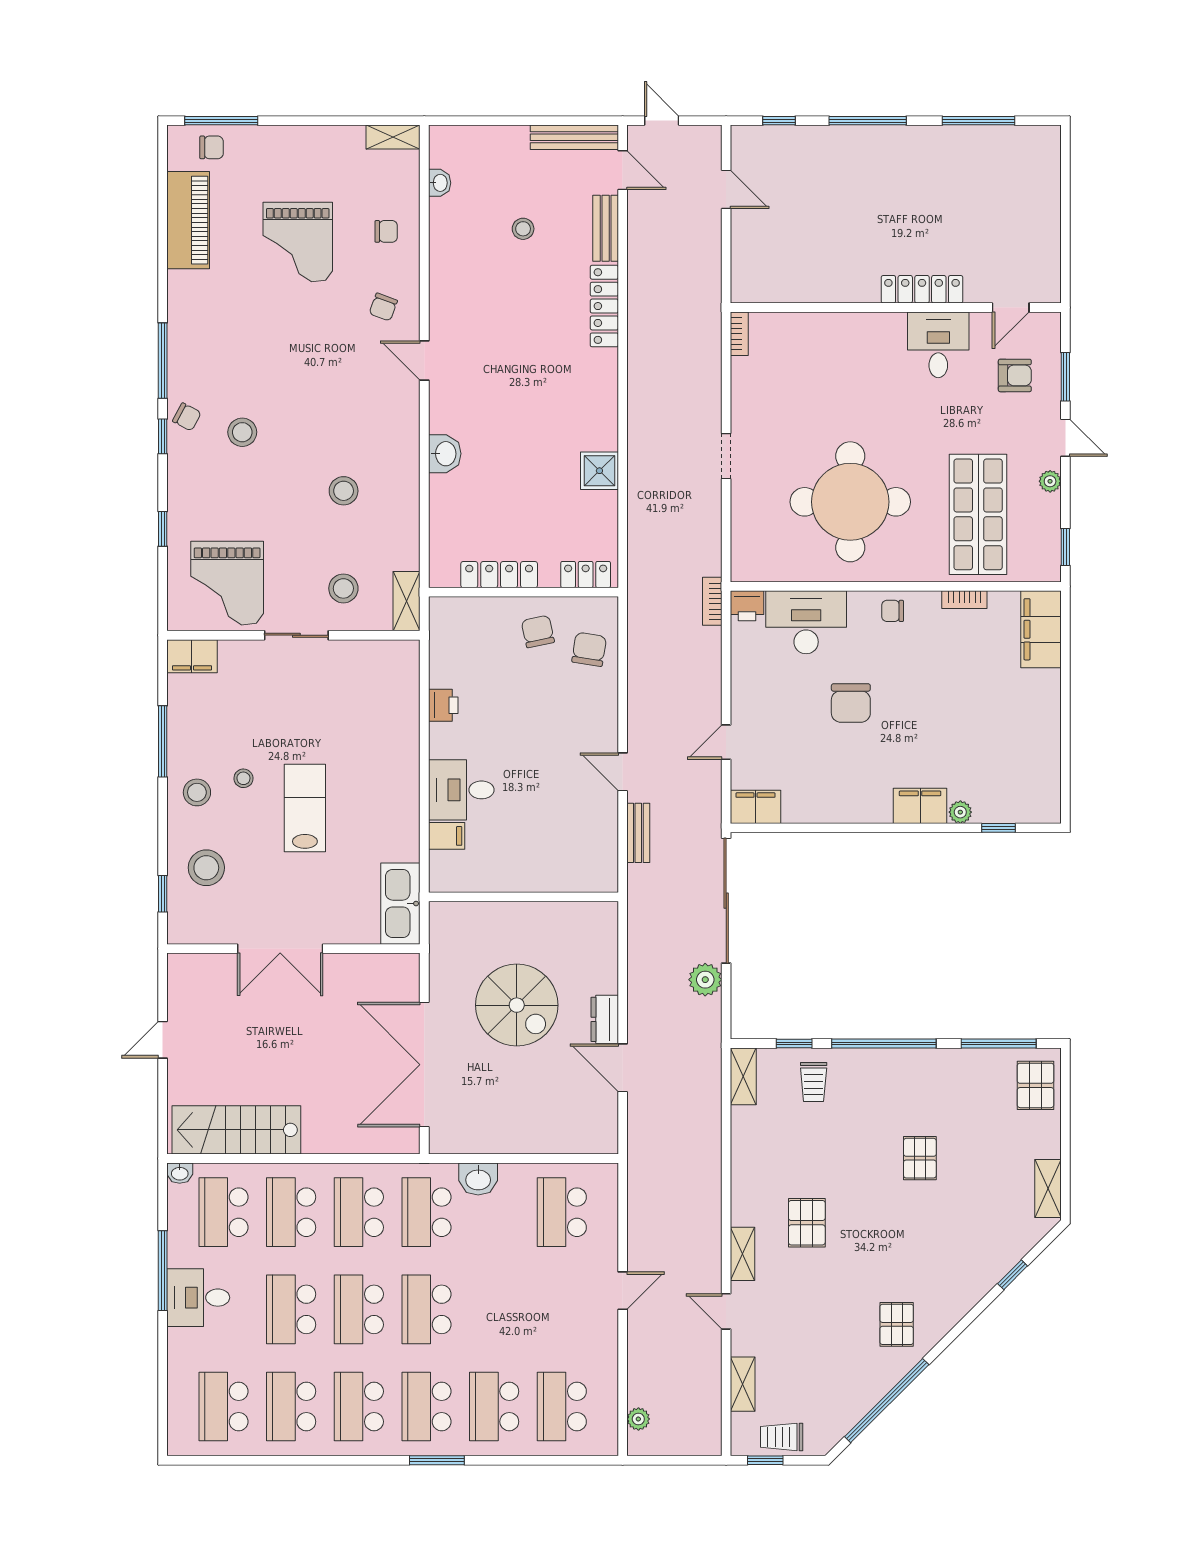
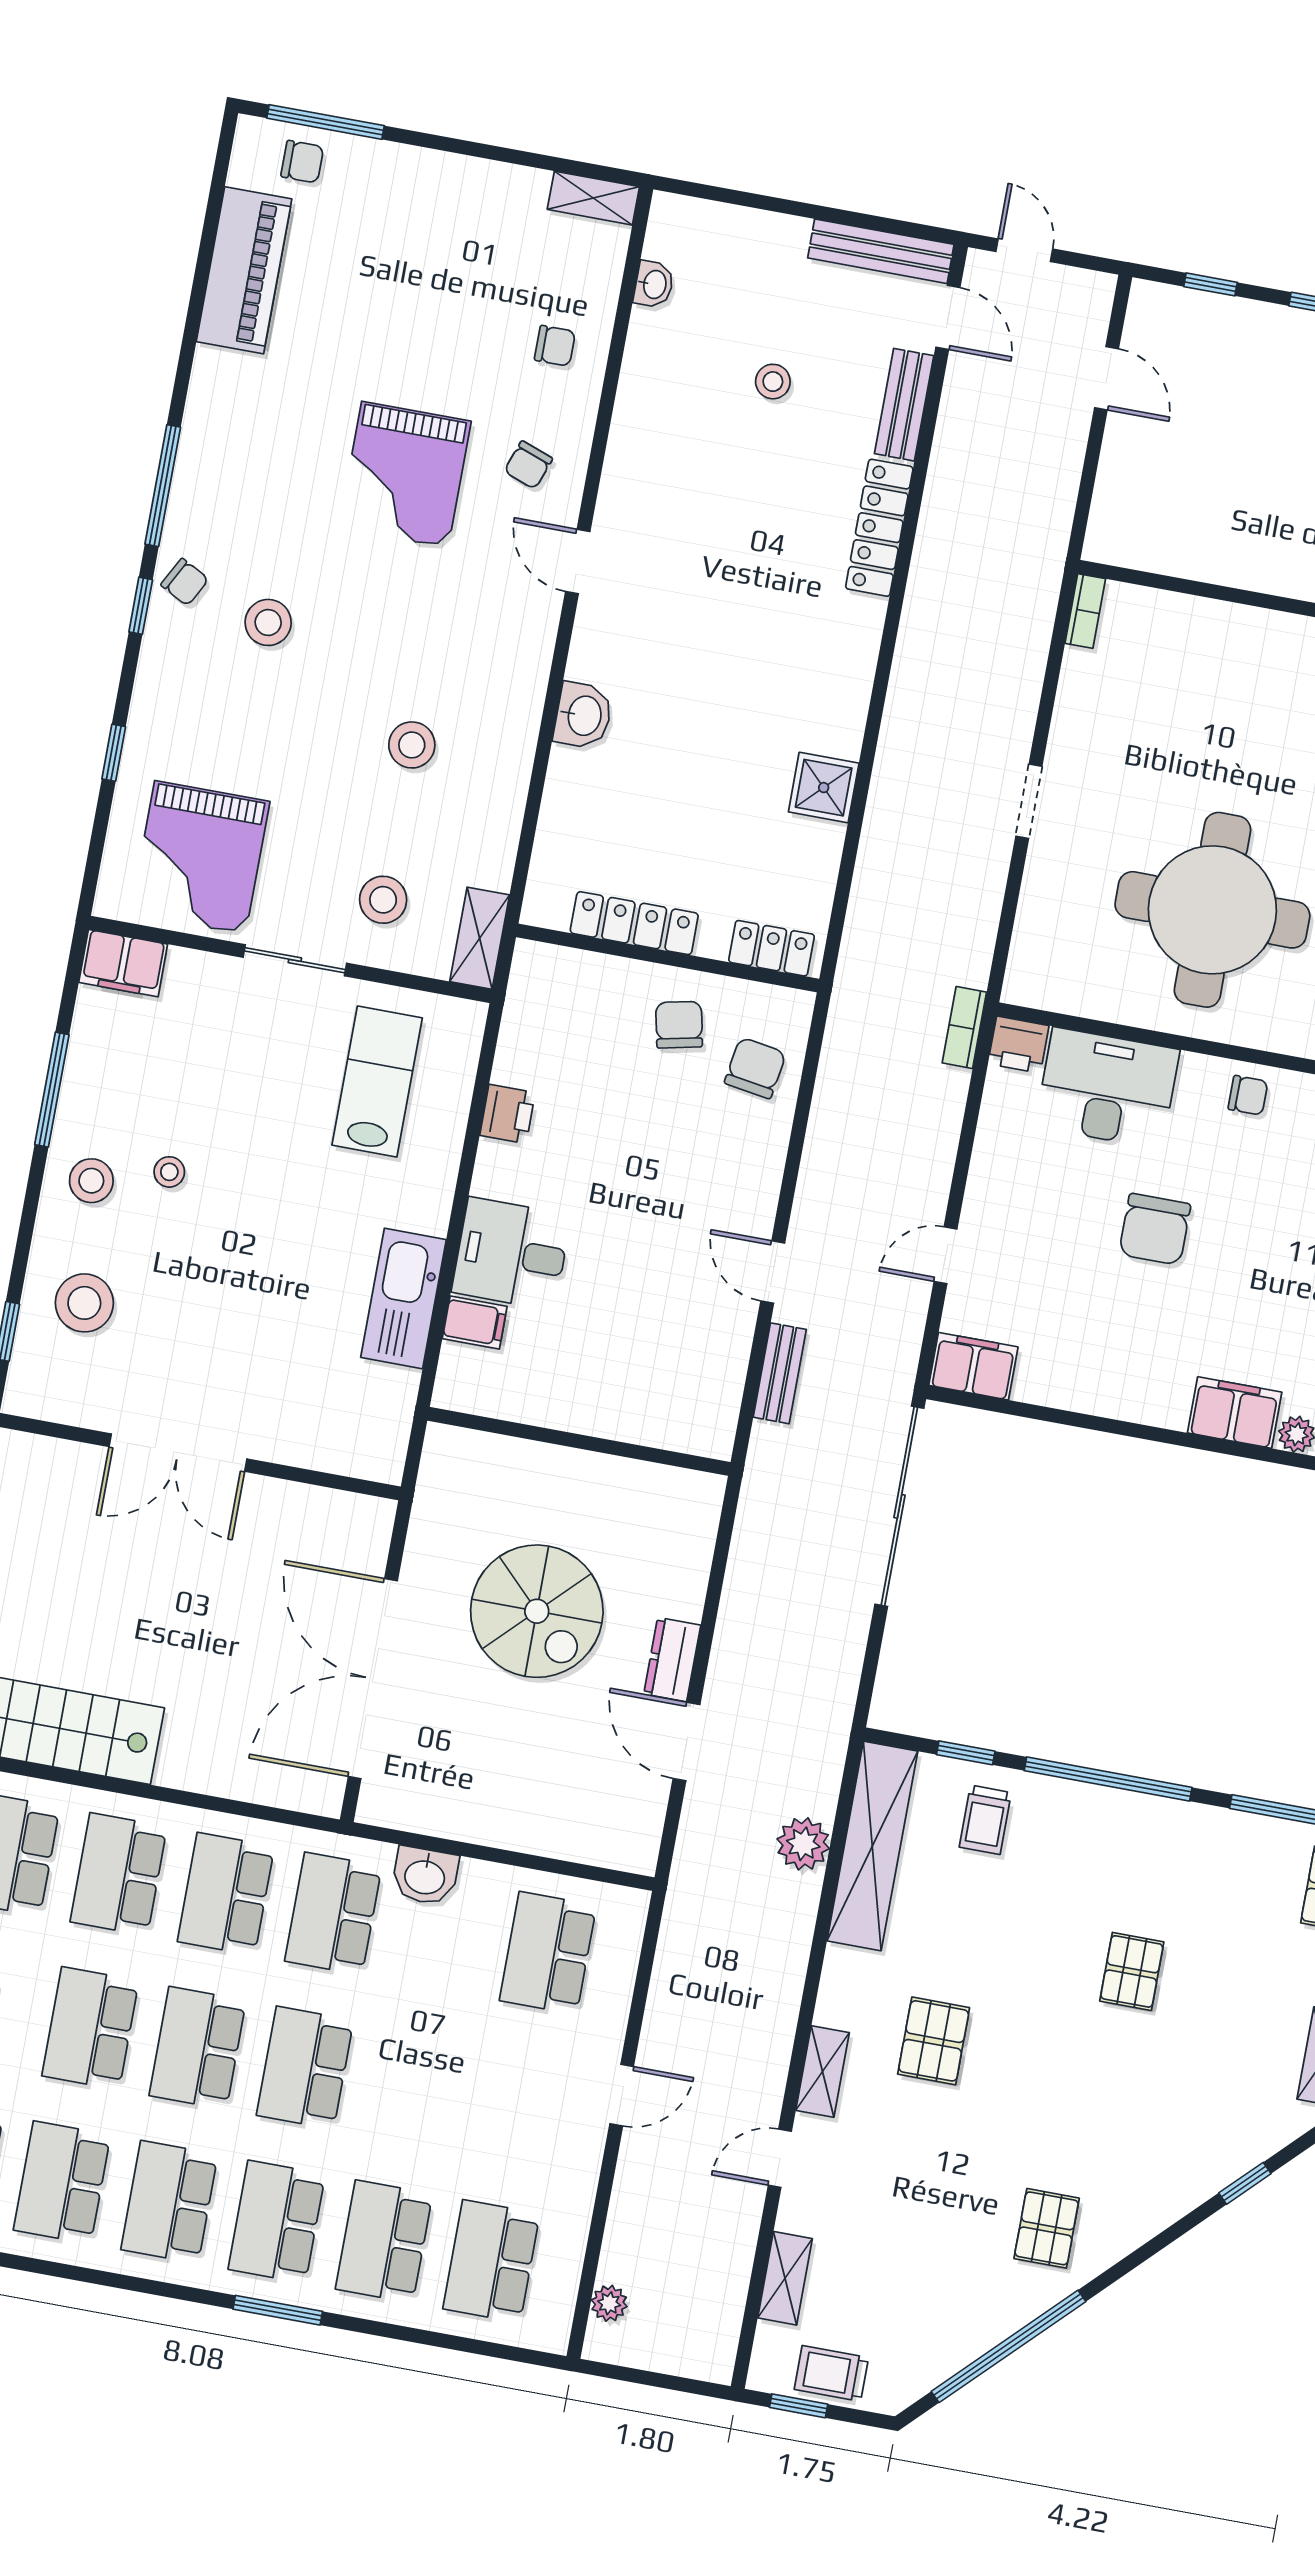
grand piano: (298, 242) -> (405, 474), moved
chair: (893, 611) -> (1248, 1095), turned 180
lab bench: (305, 808) -> (377, 1082), moved
kitchen sink: (400, 904) -> (403, 1299), moved
plant: (705, 980) -> (803, 1844), moved
shelving: (743, 1076) -> (872, 1846), width x2.20, depth x1.33
door: (726, 1311) -> (780, 2158), hinge flipped

